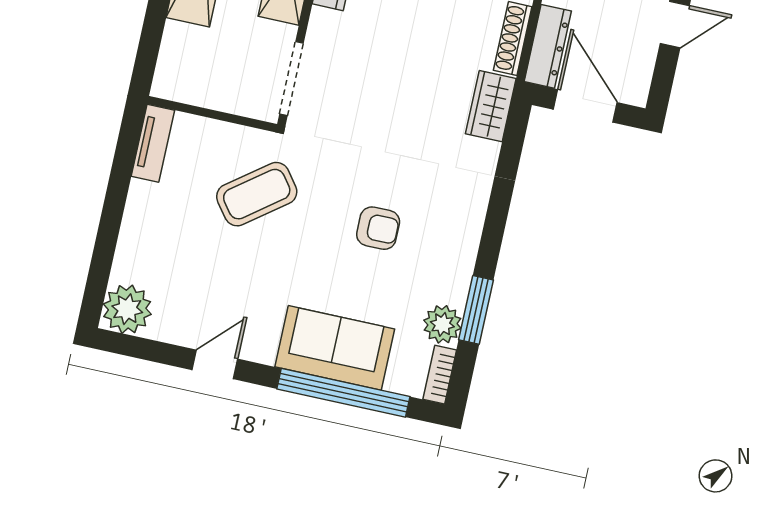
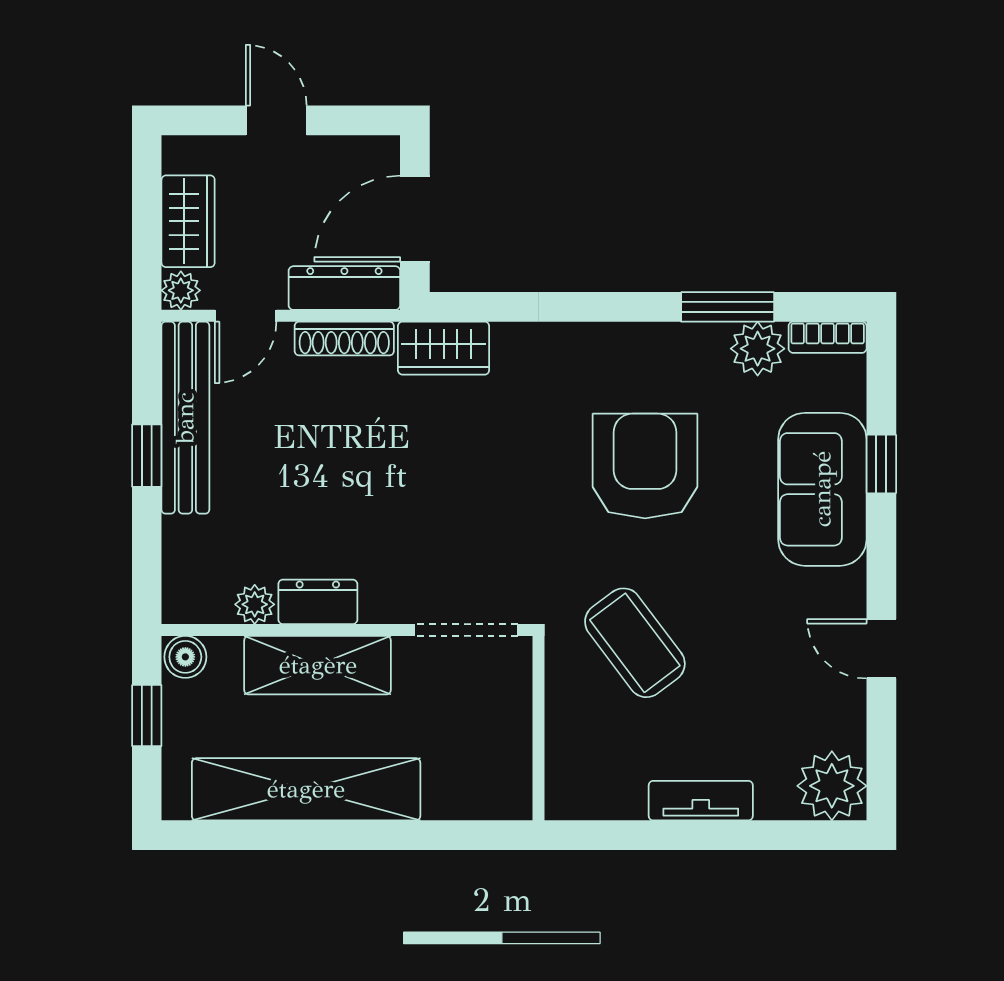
tv unit: (153, 143) -> (701, 801), moved
armchair: (378, 228) -> (645, 466), width x1.88, depth x1.88
window: (343, 393) -> (881, 464), width x0.32

